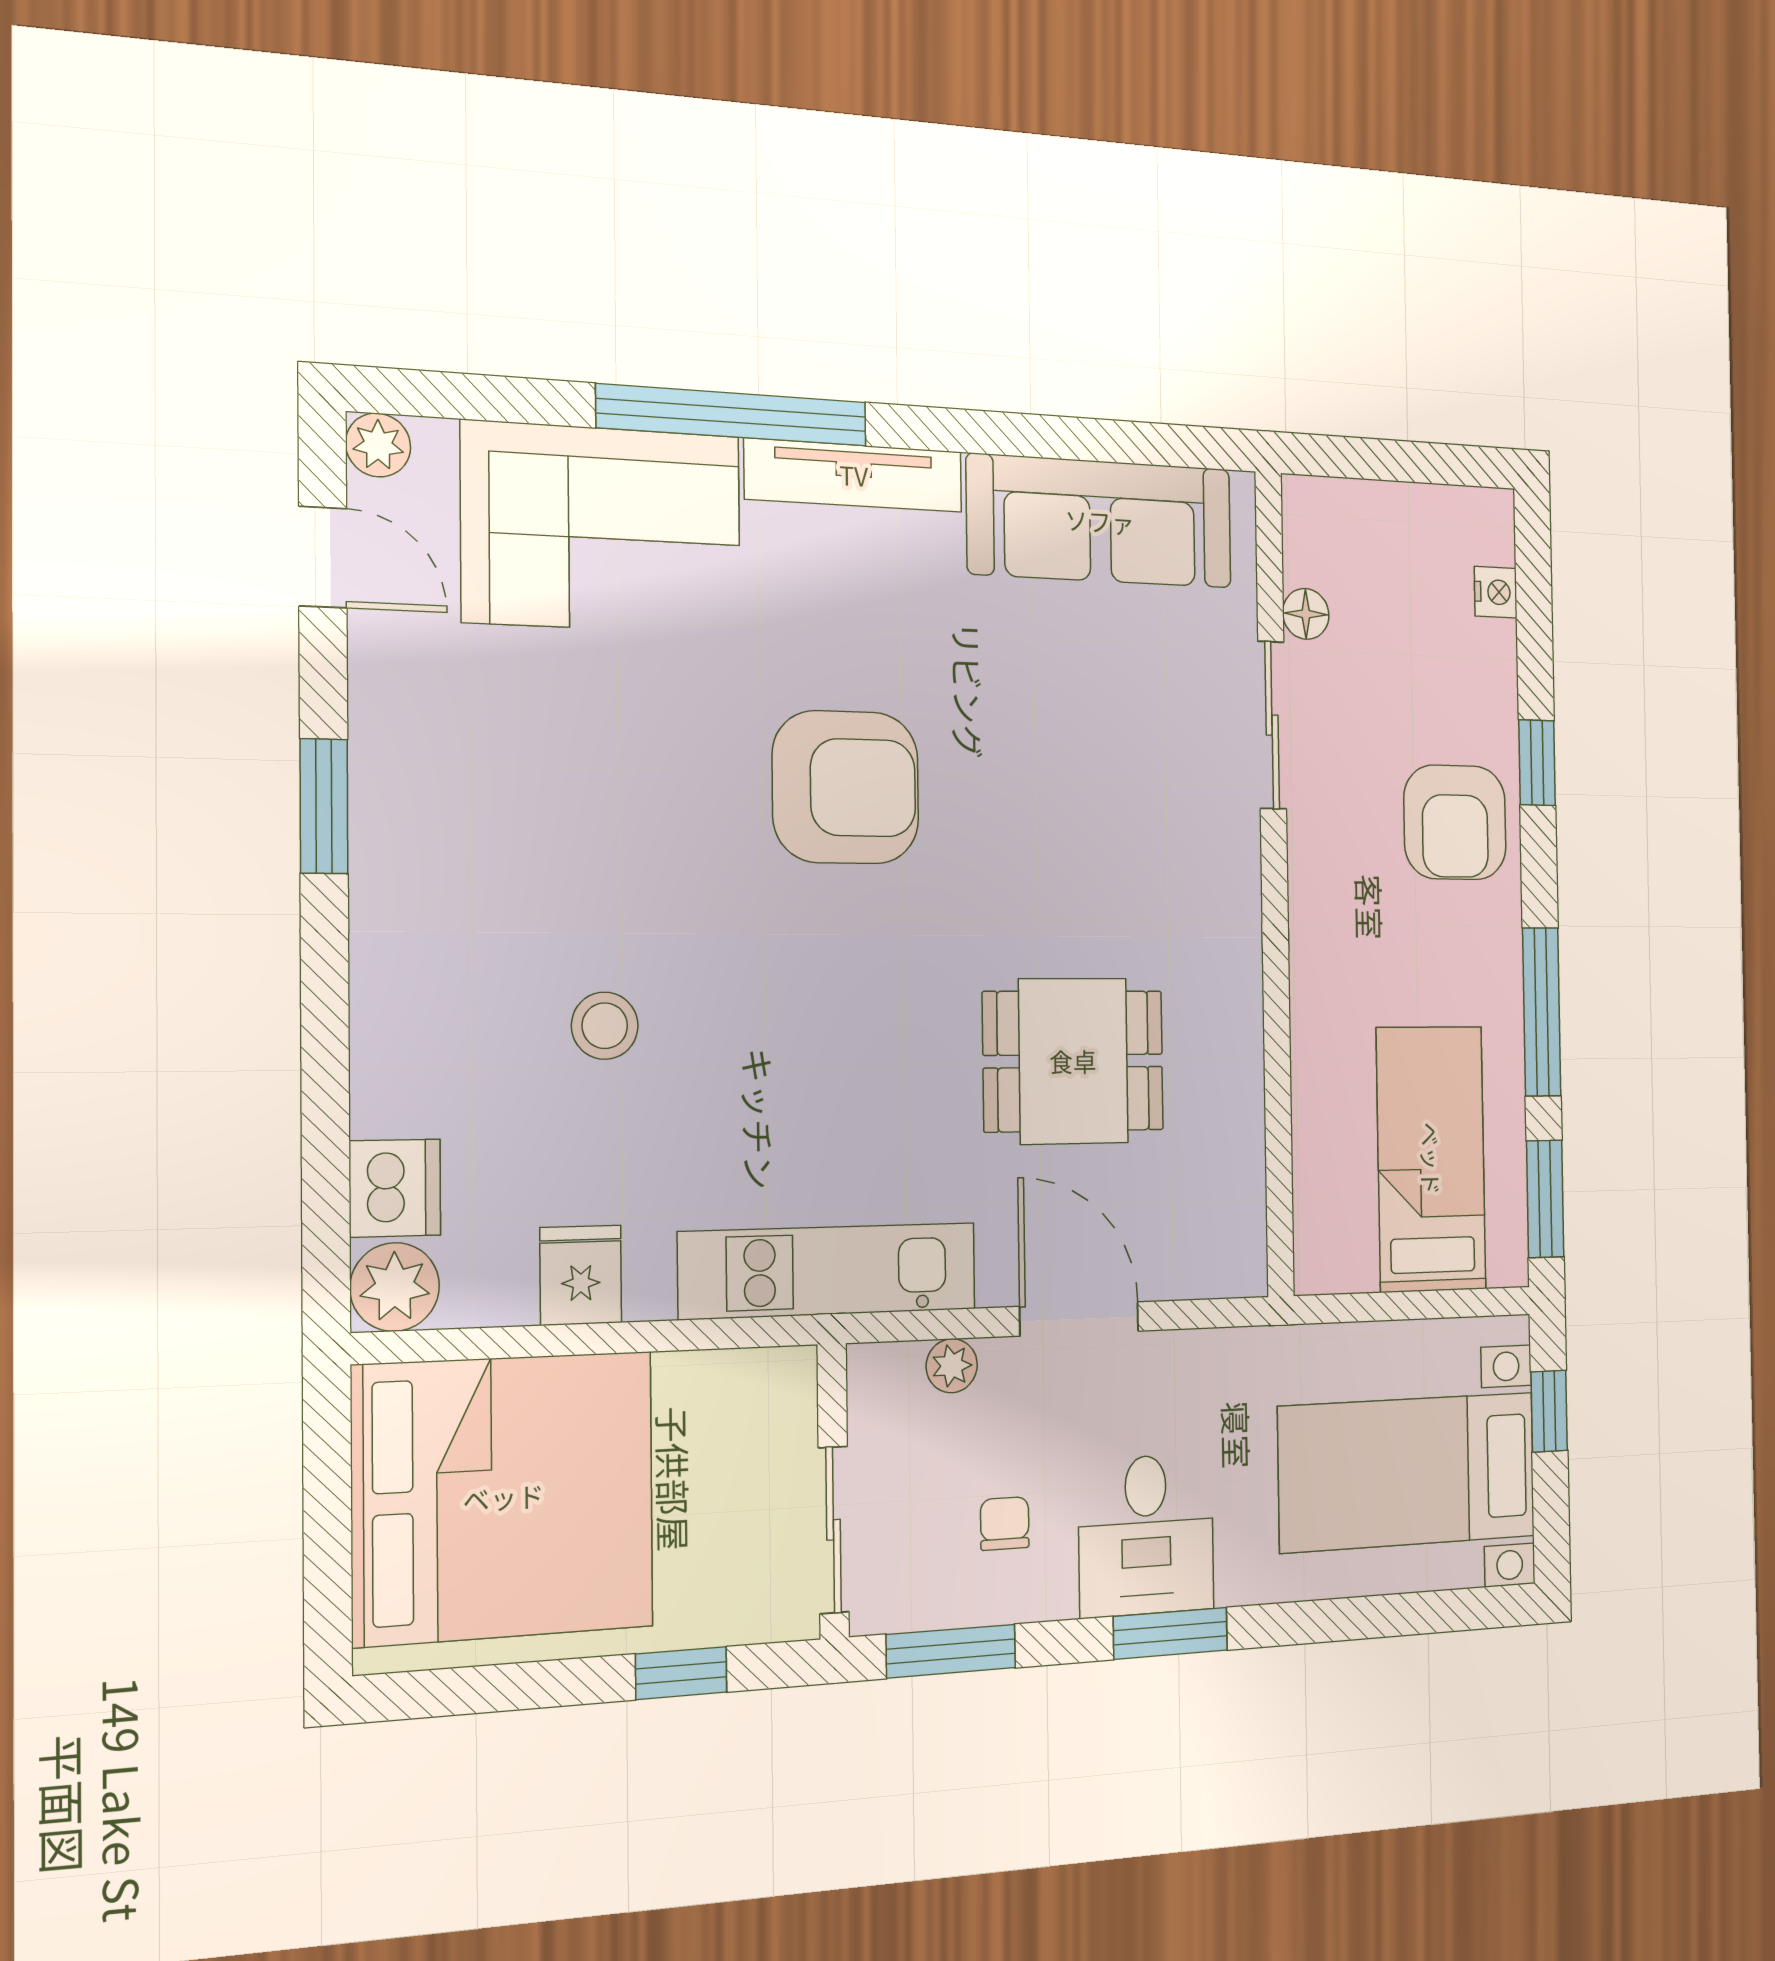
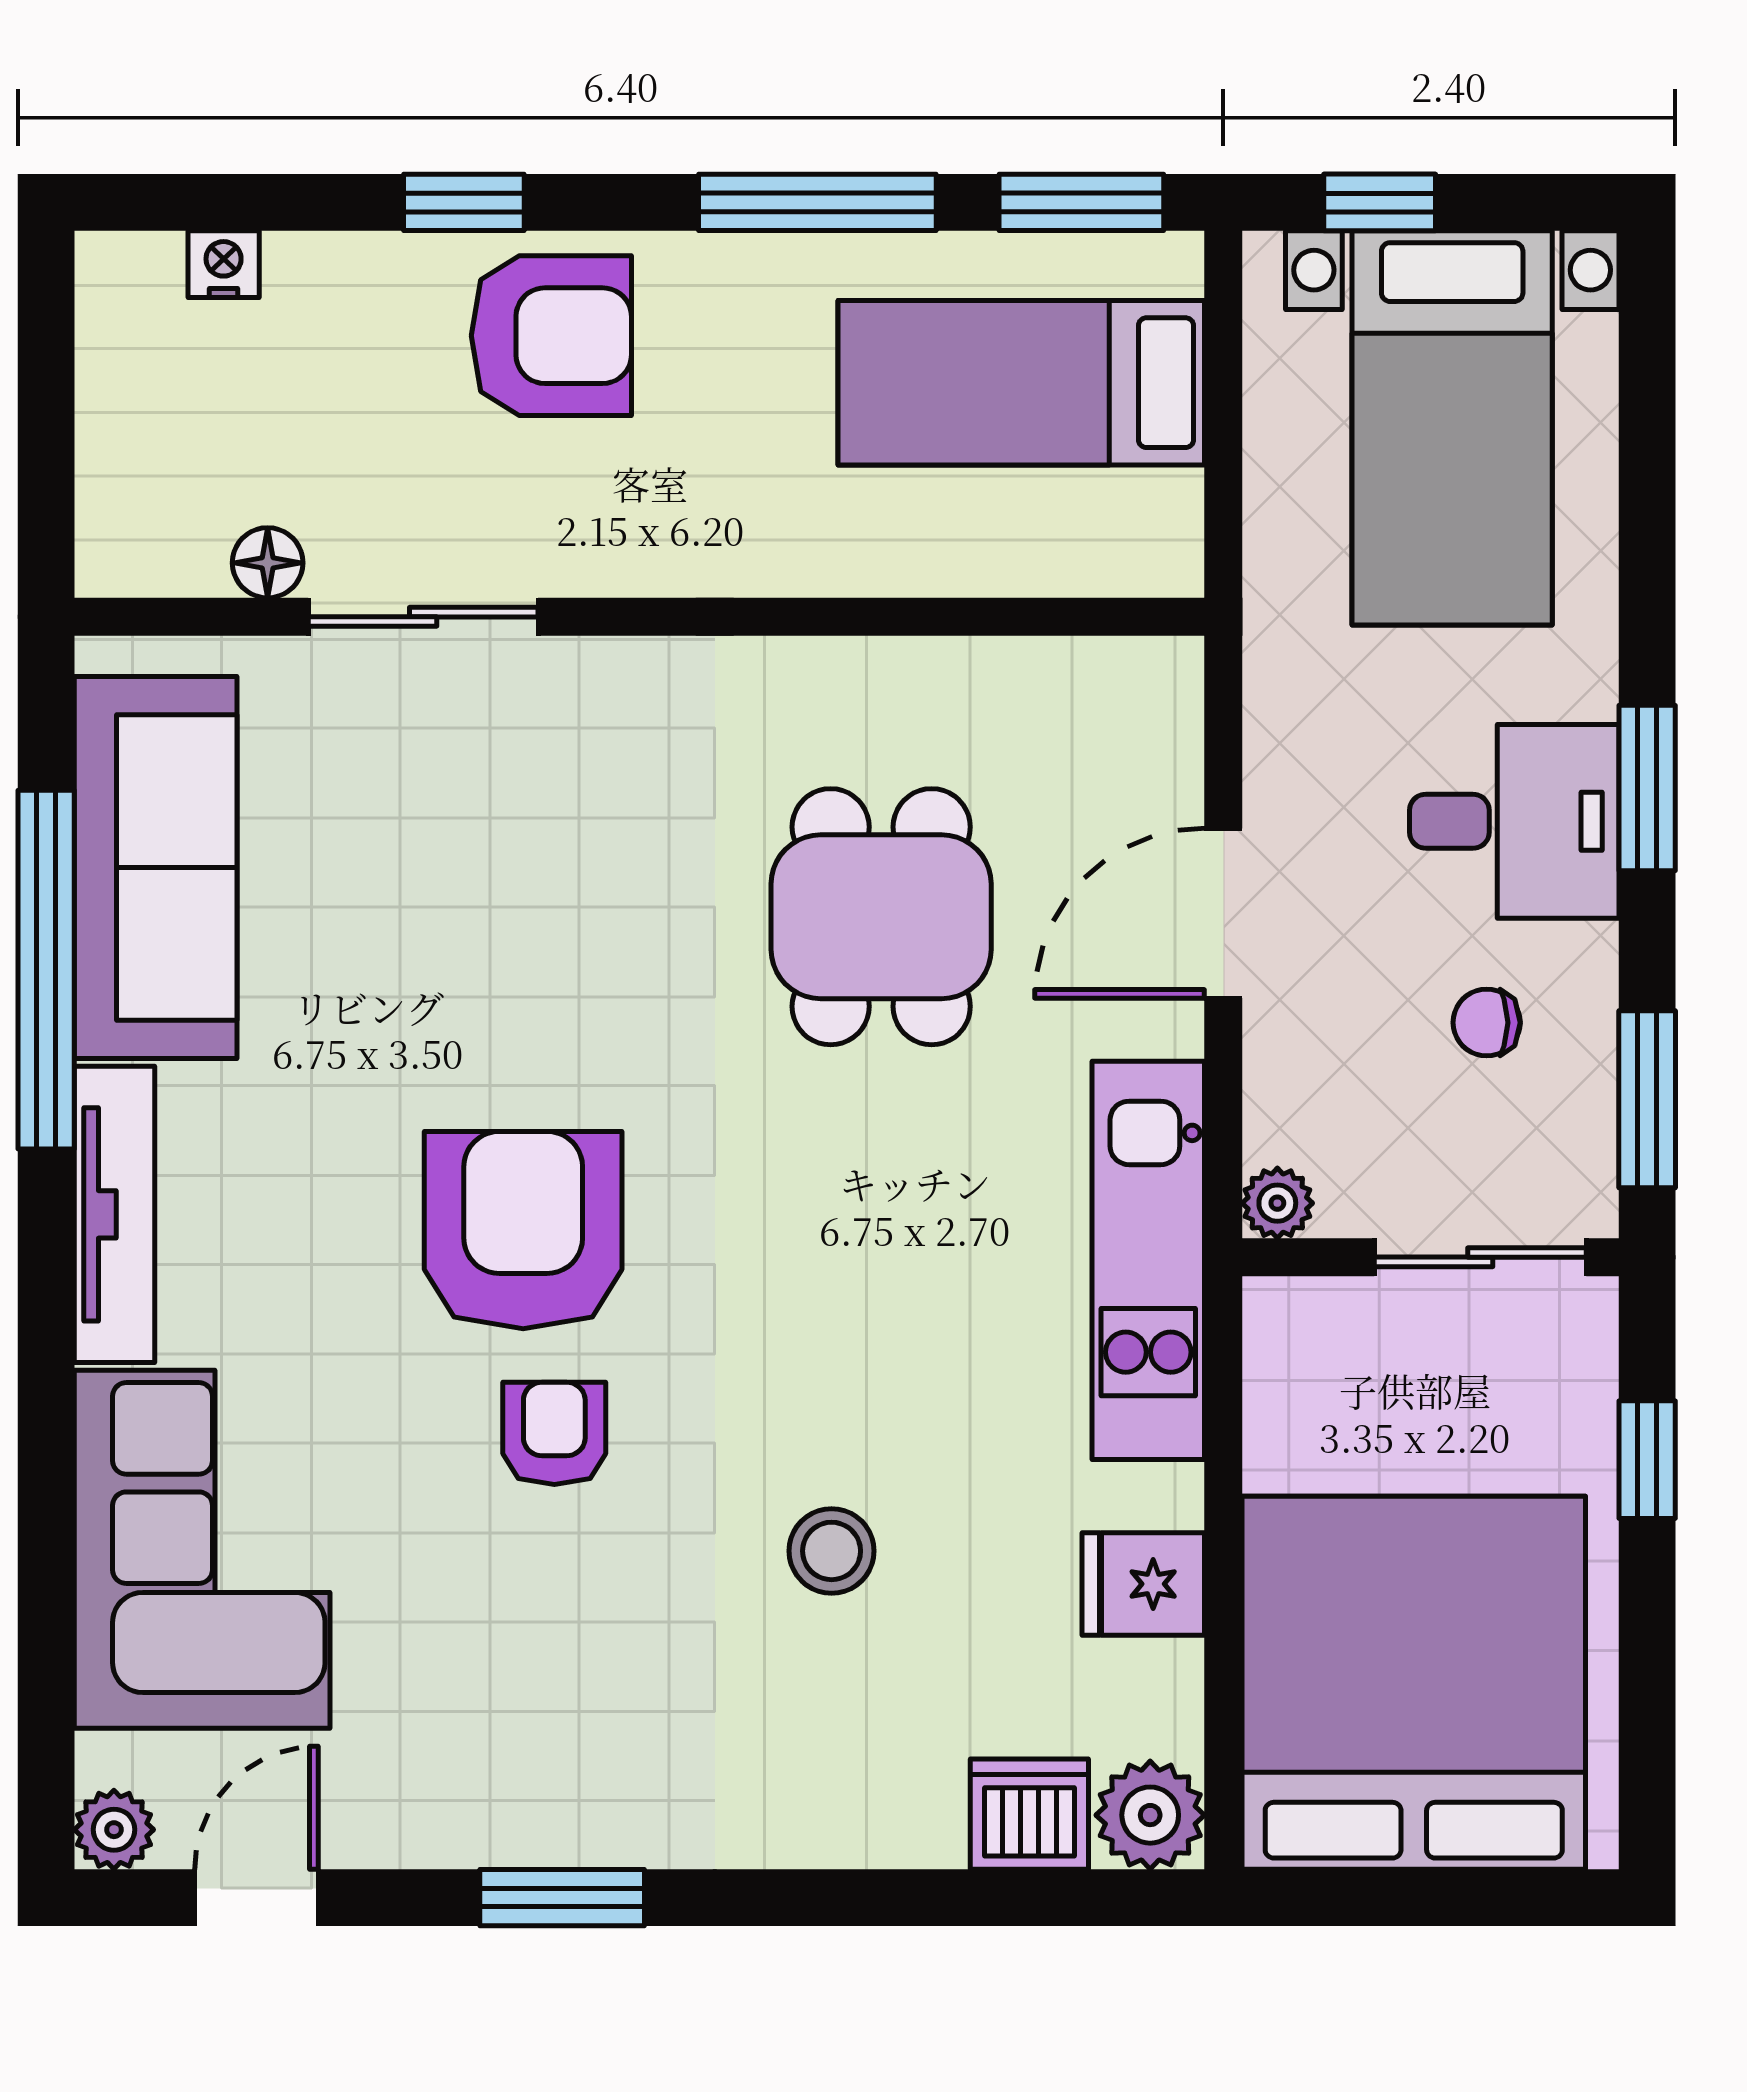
window: (733, 415) -> (46, 970), moved
armchair: (694, 808) -> (554, 1433), added
plant: (952, 1366) -> (1277, 1203), moved

